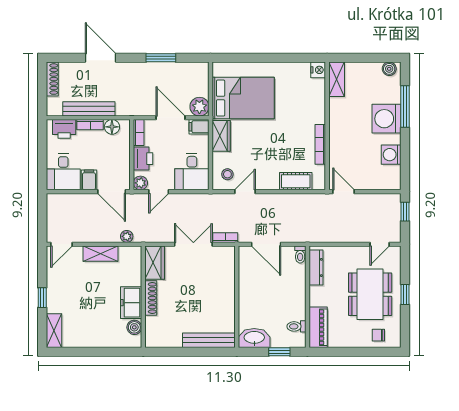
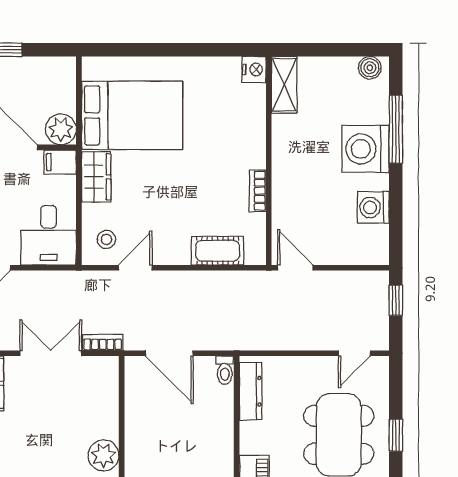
bookcase: (320, 144) -> (258, 191), width x0.64
plant: (226, 307) -> (103, 455), added

